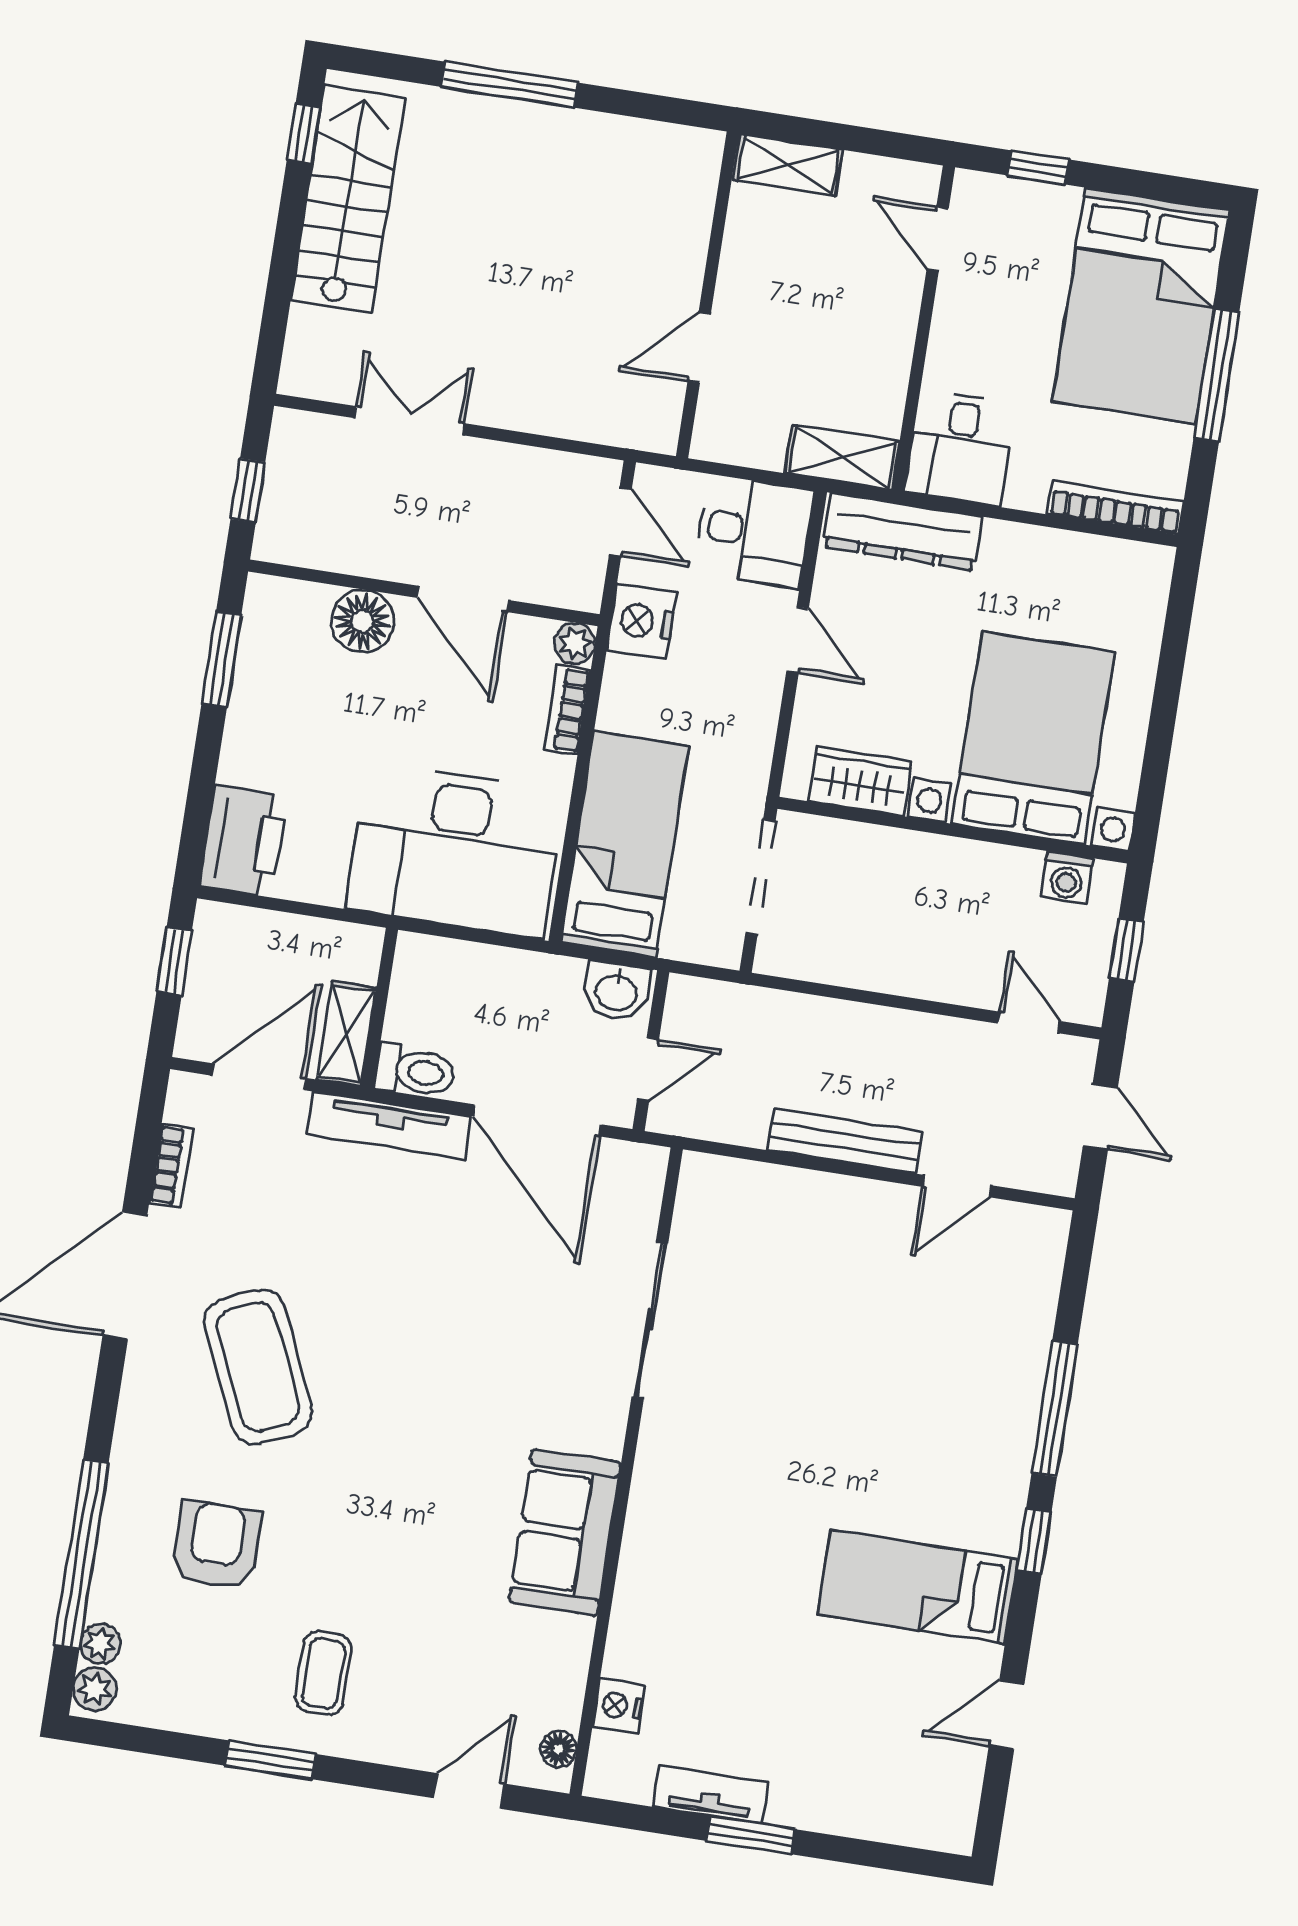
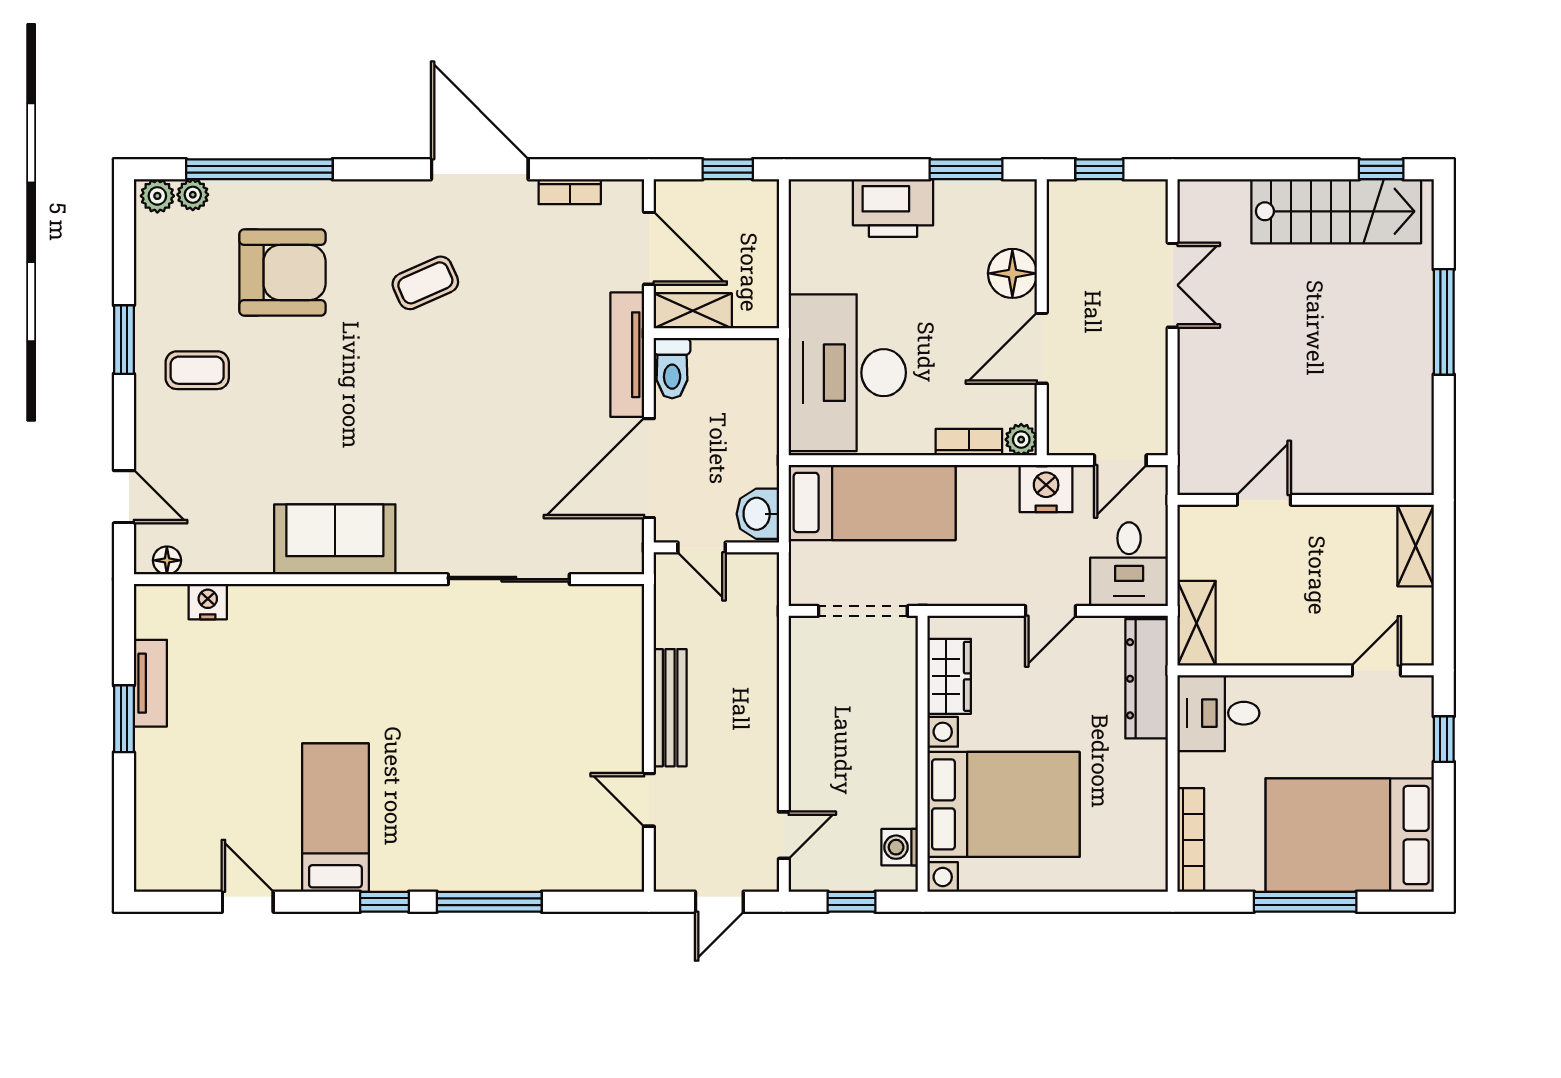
door: (699, 348) -> (1264, 500), hinge flipped
printer: (243, 841) -> (893, 208), moved
coffee table: (258, 1367) -> (425, 283), width x0.54, depth x0.58
armchair: (217, 1546) -> (282, 273), width x1.36, depth x1.36

